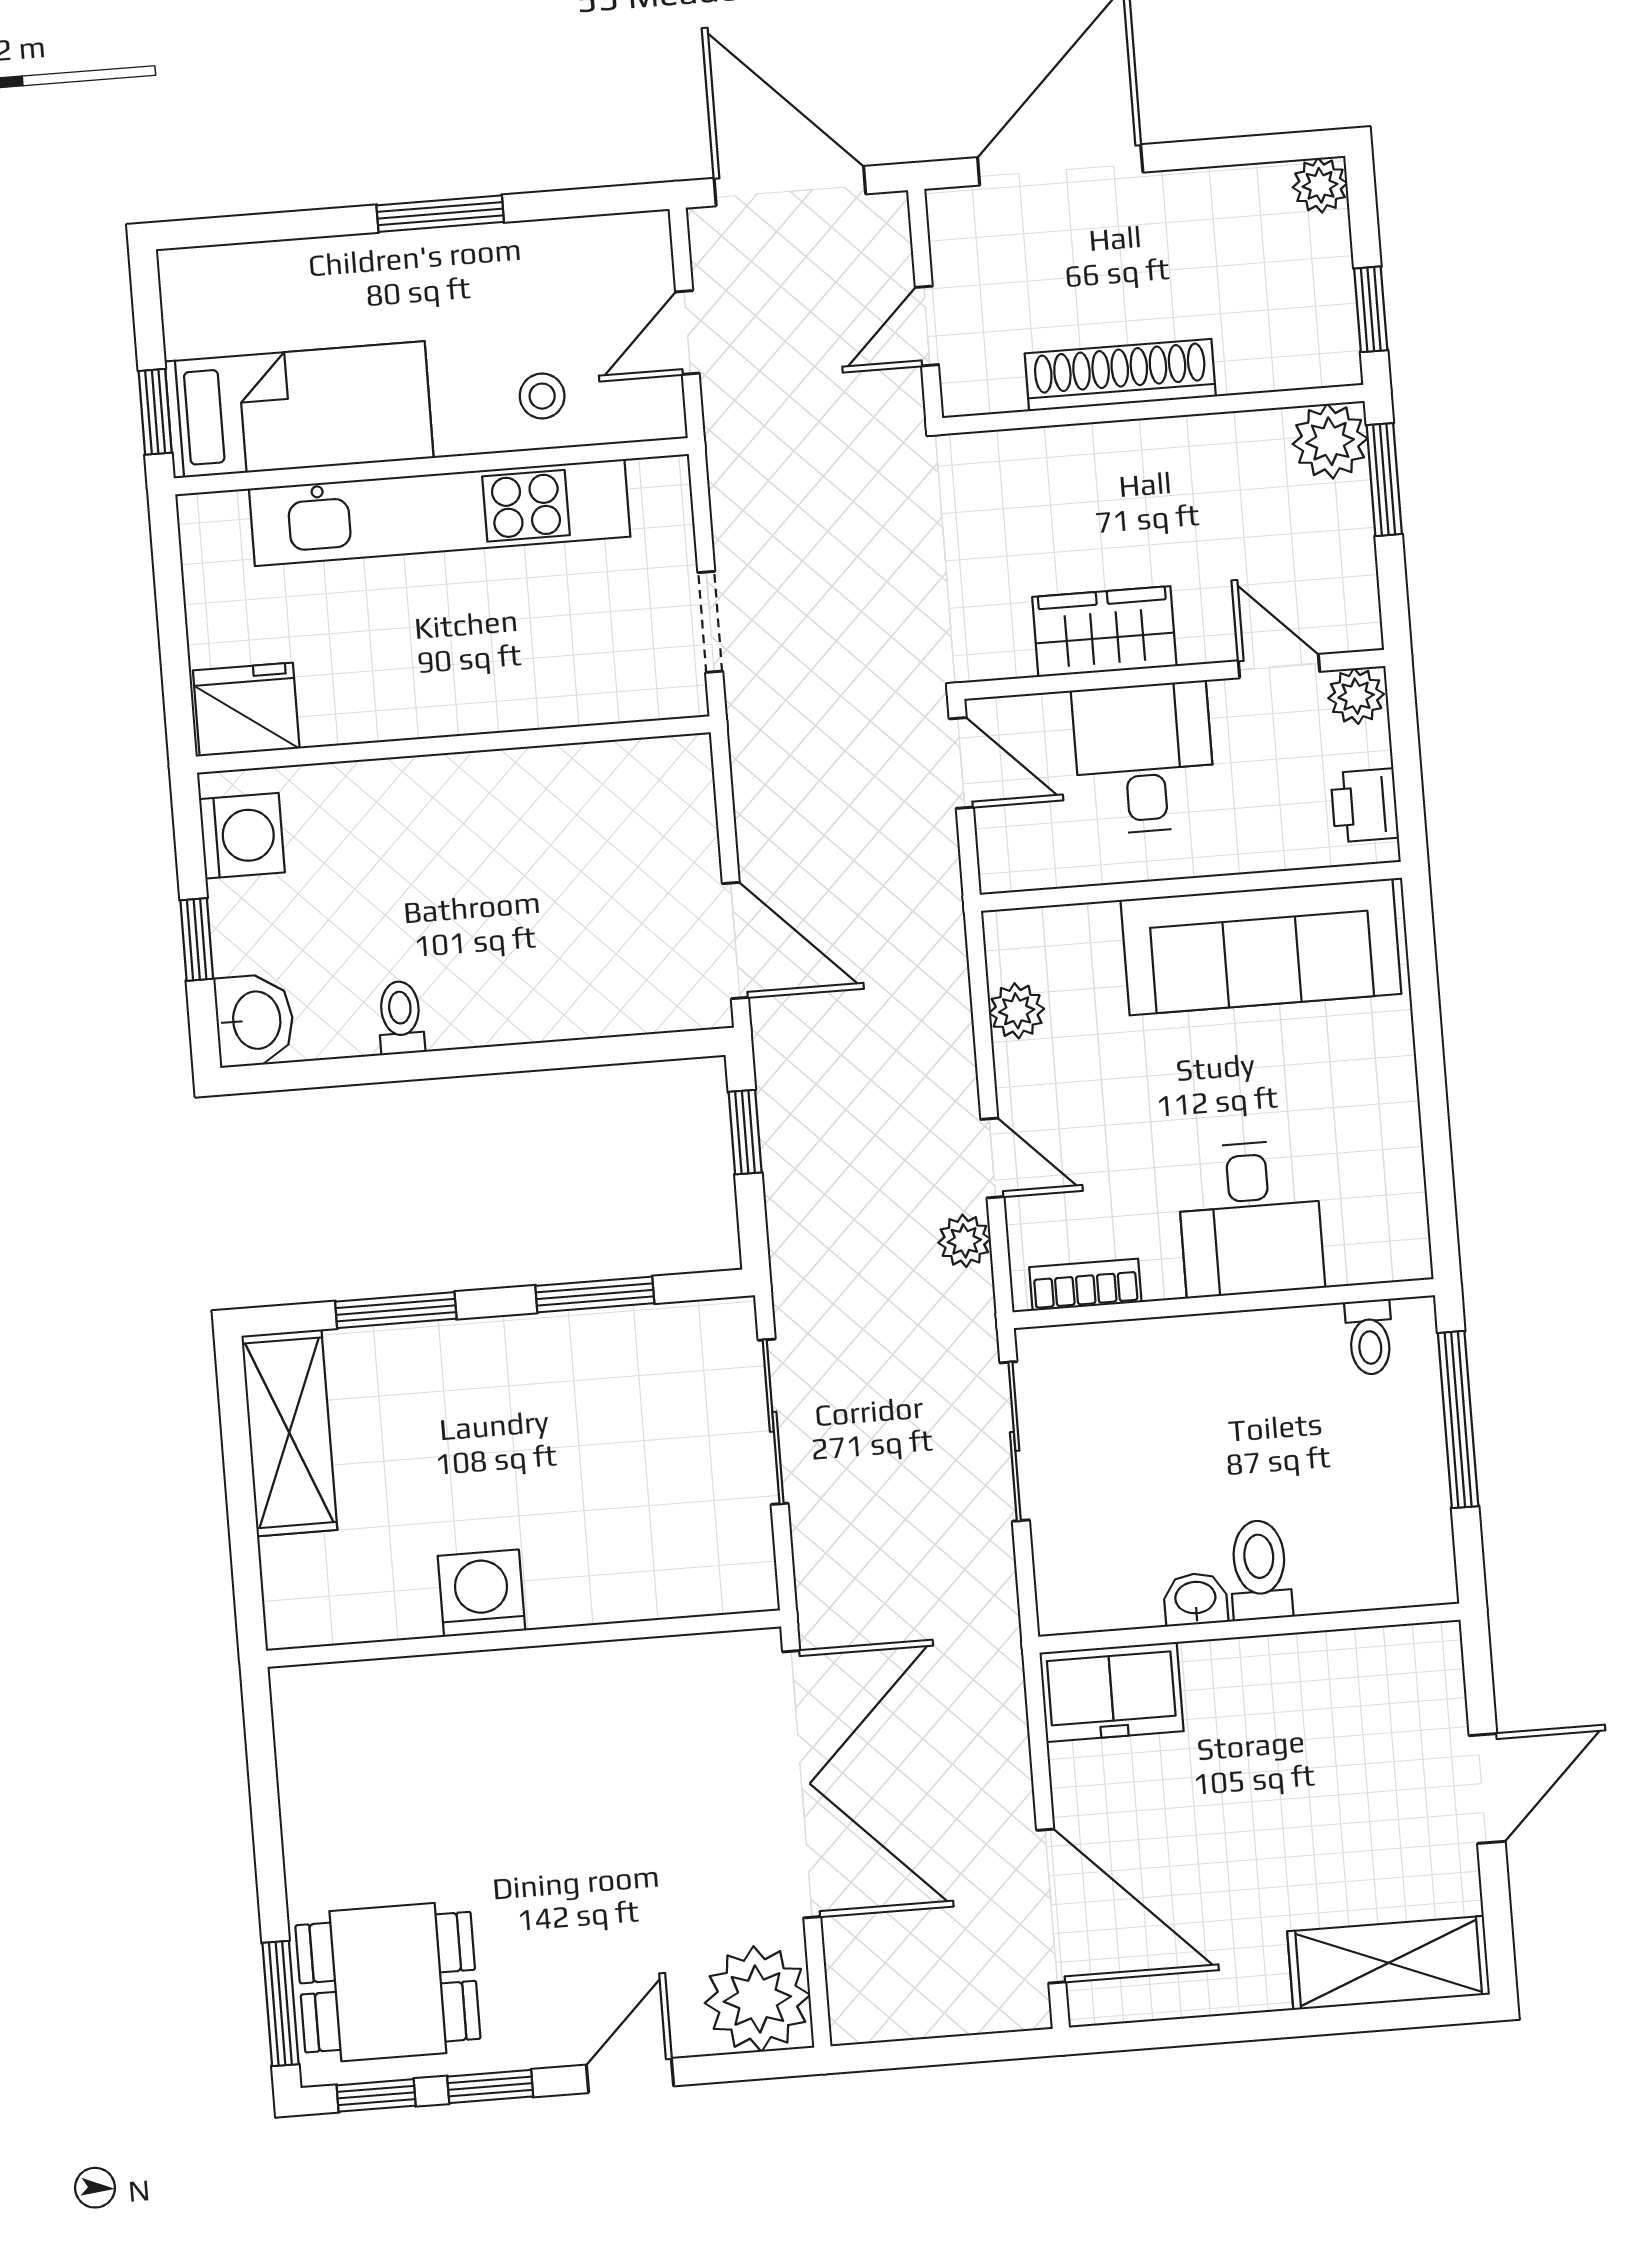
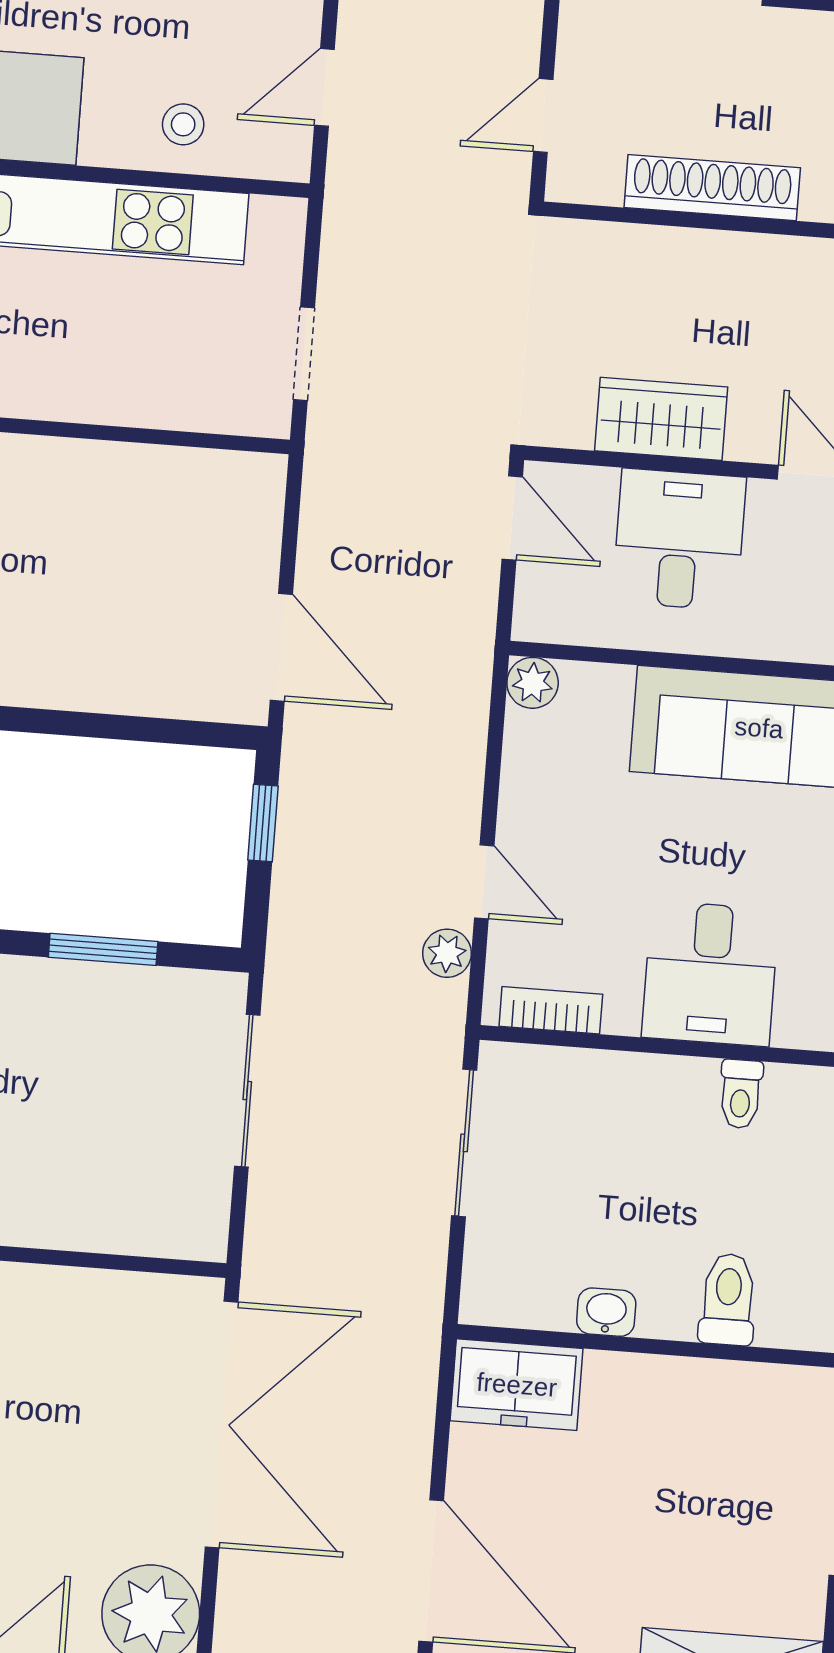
plant: (1017, 1011) -> (533, 683), moved
toilet: (1370, 1337) -> (741, 1094), moved
toilet: (1260, 1570) -> (728, 1299), moved

